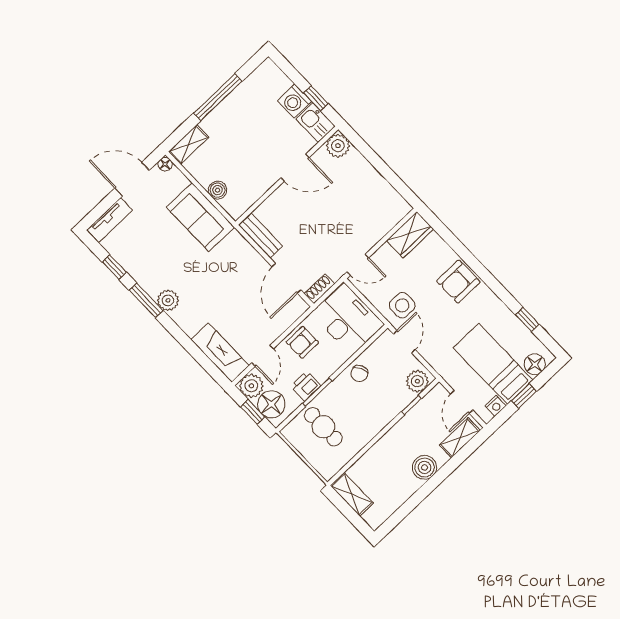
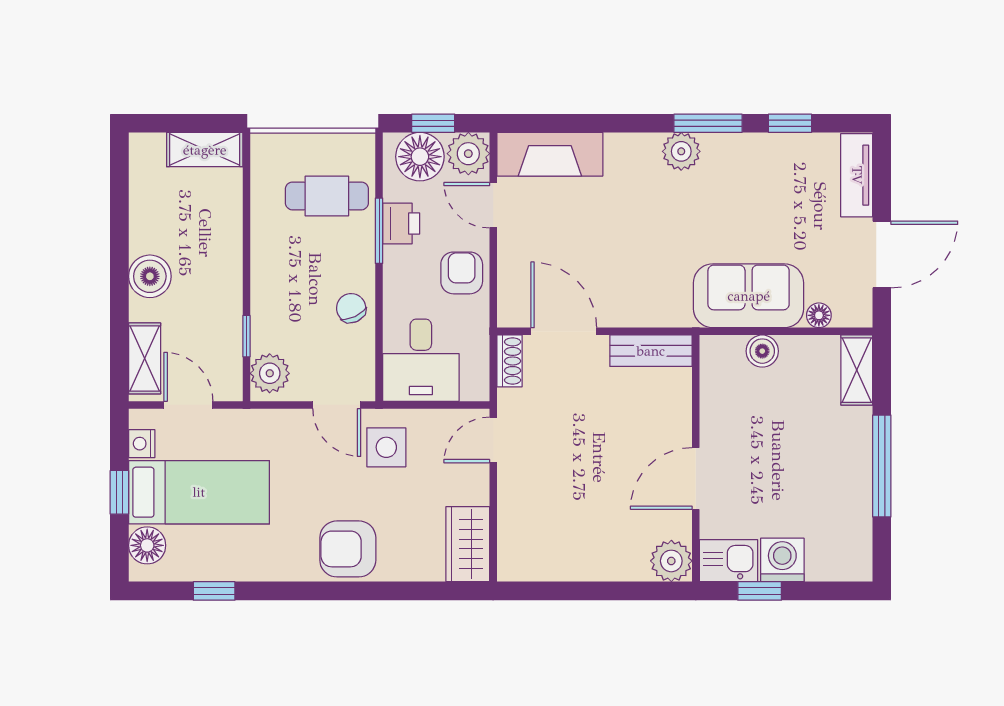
floor lamp: (165, 164) -> (819, 315), moved
armchair: (458, 282) -> (348, 549), turned -90
desk: (348, 319) -> (421, 360), width x0.73

